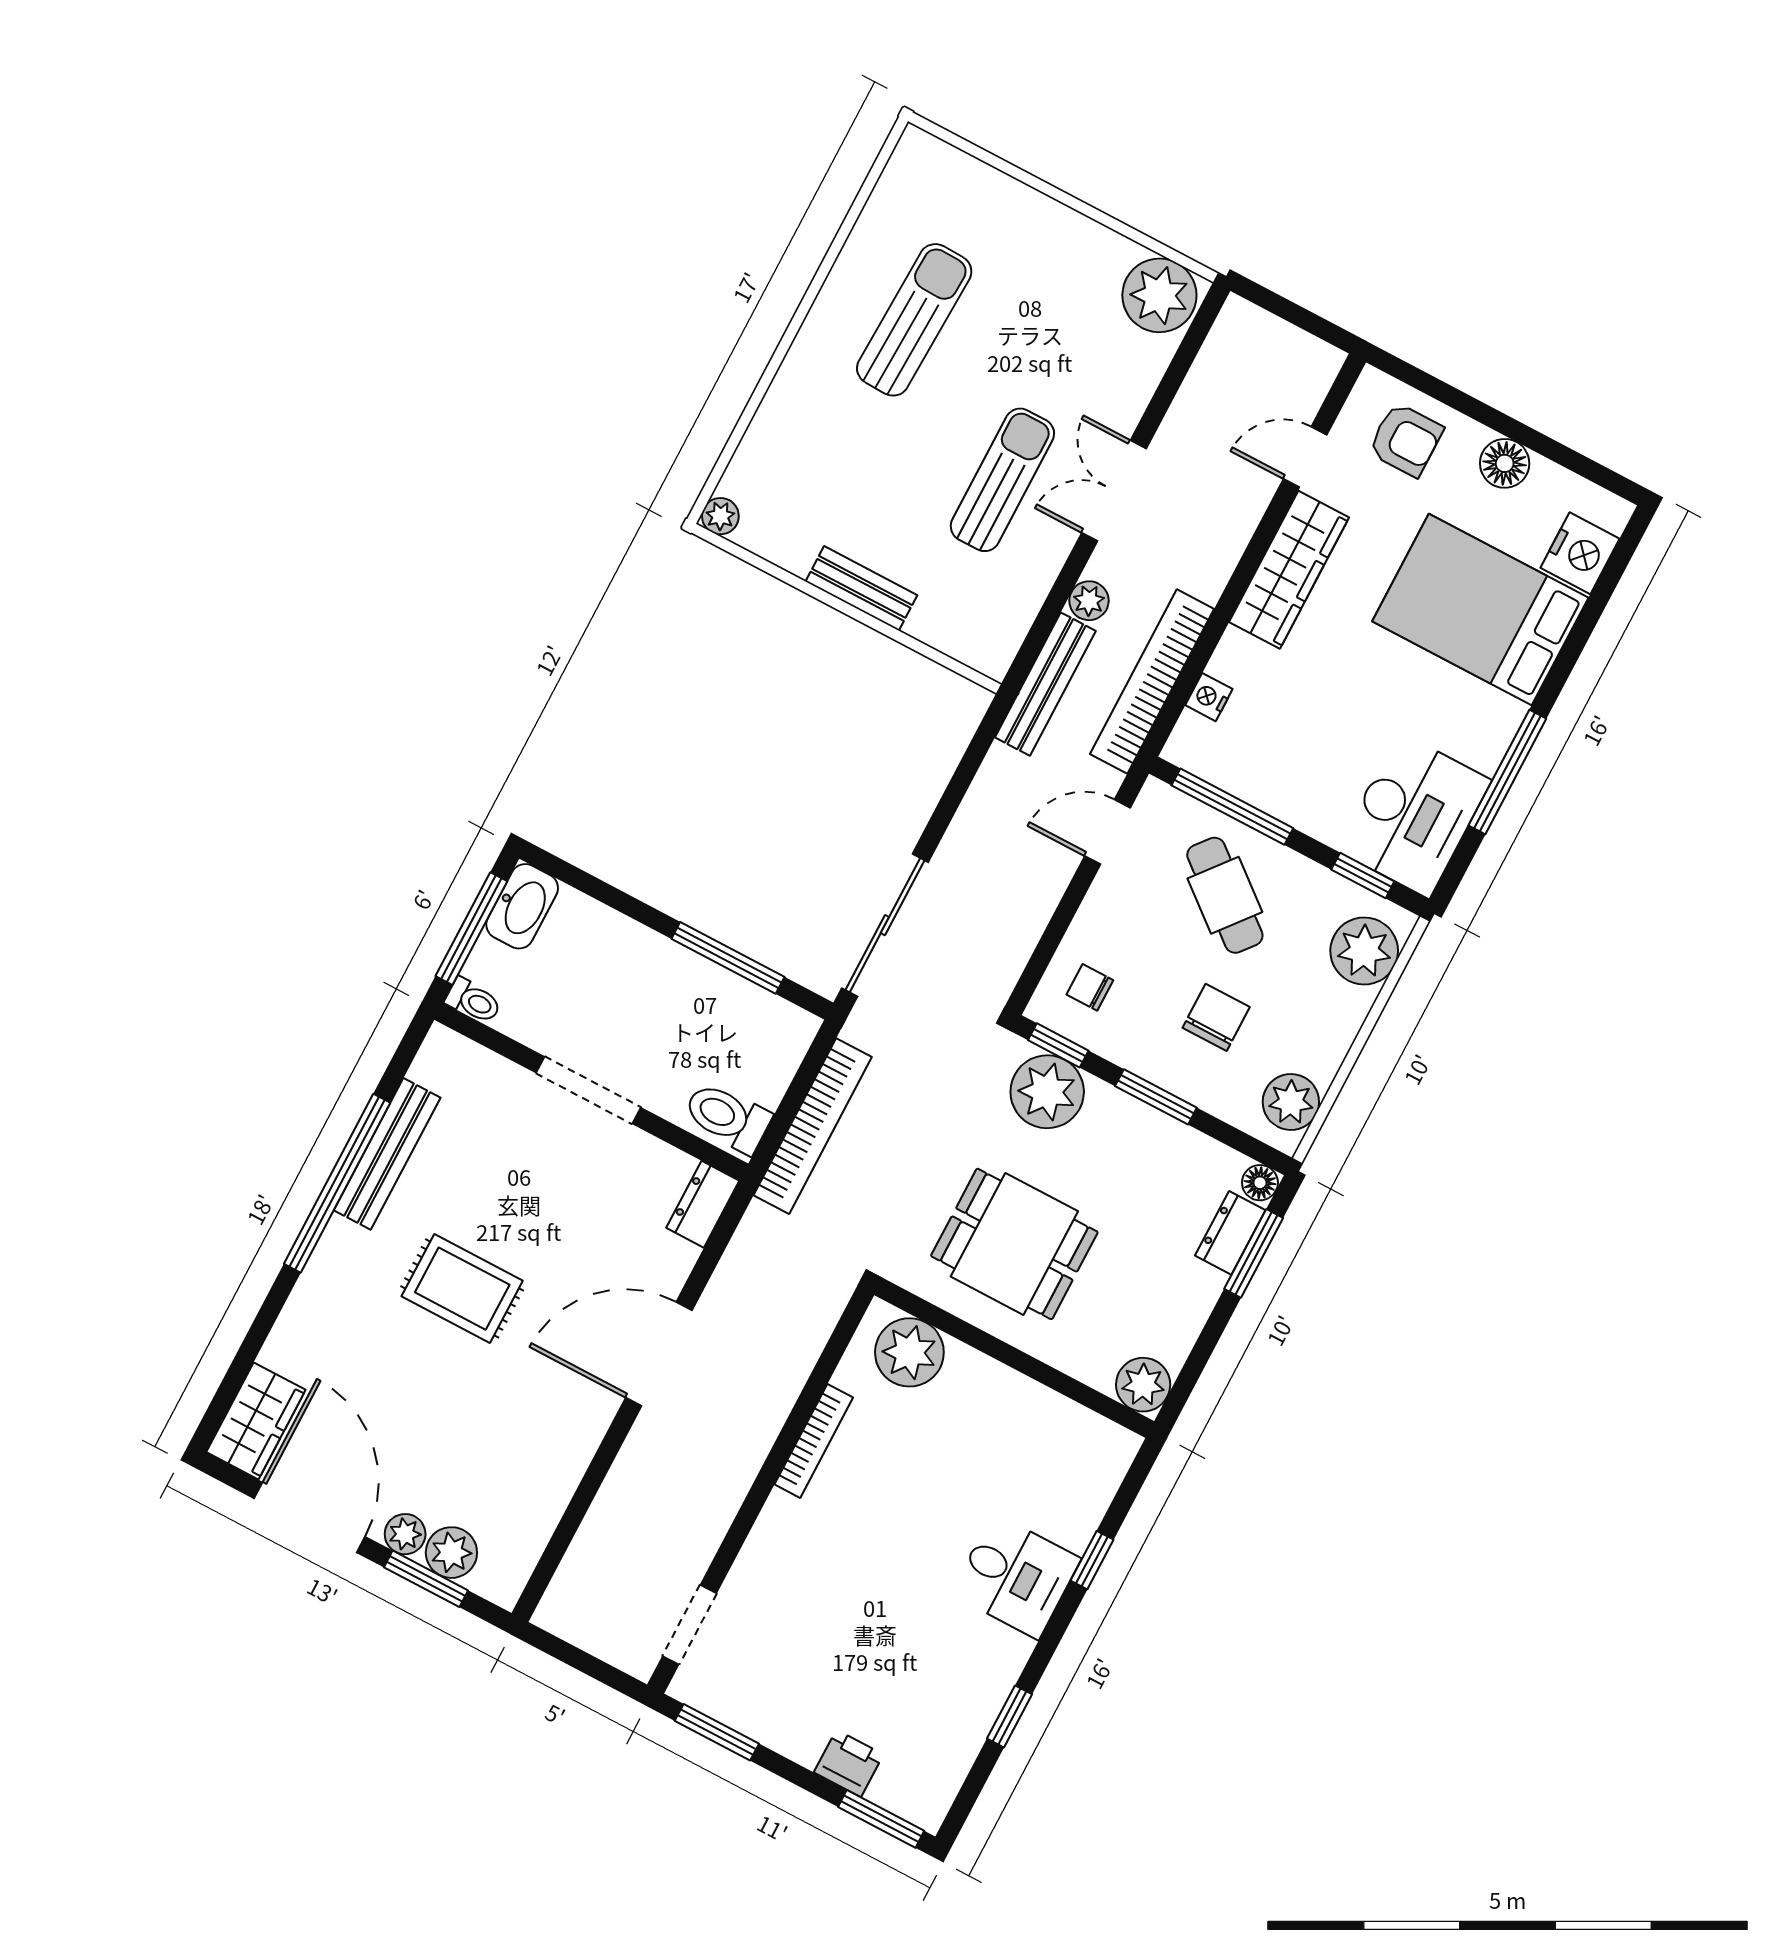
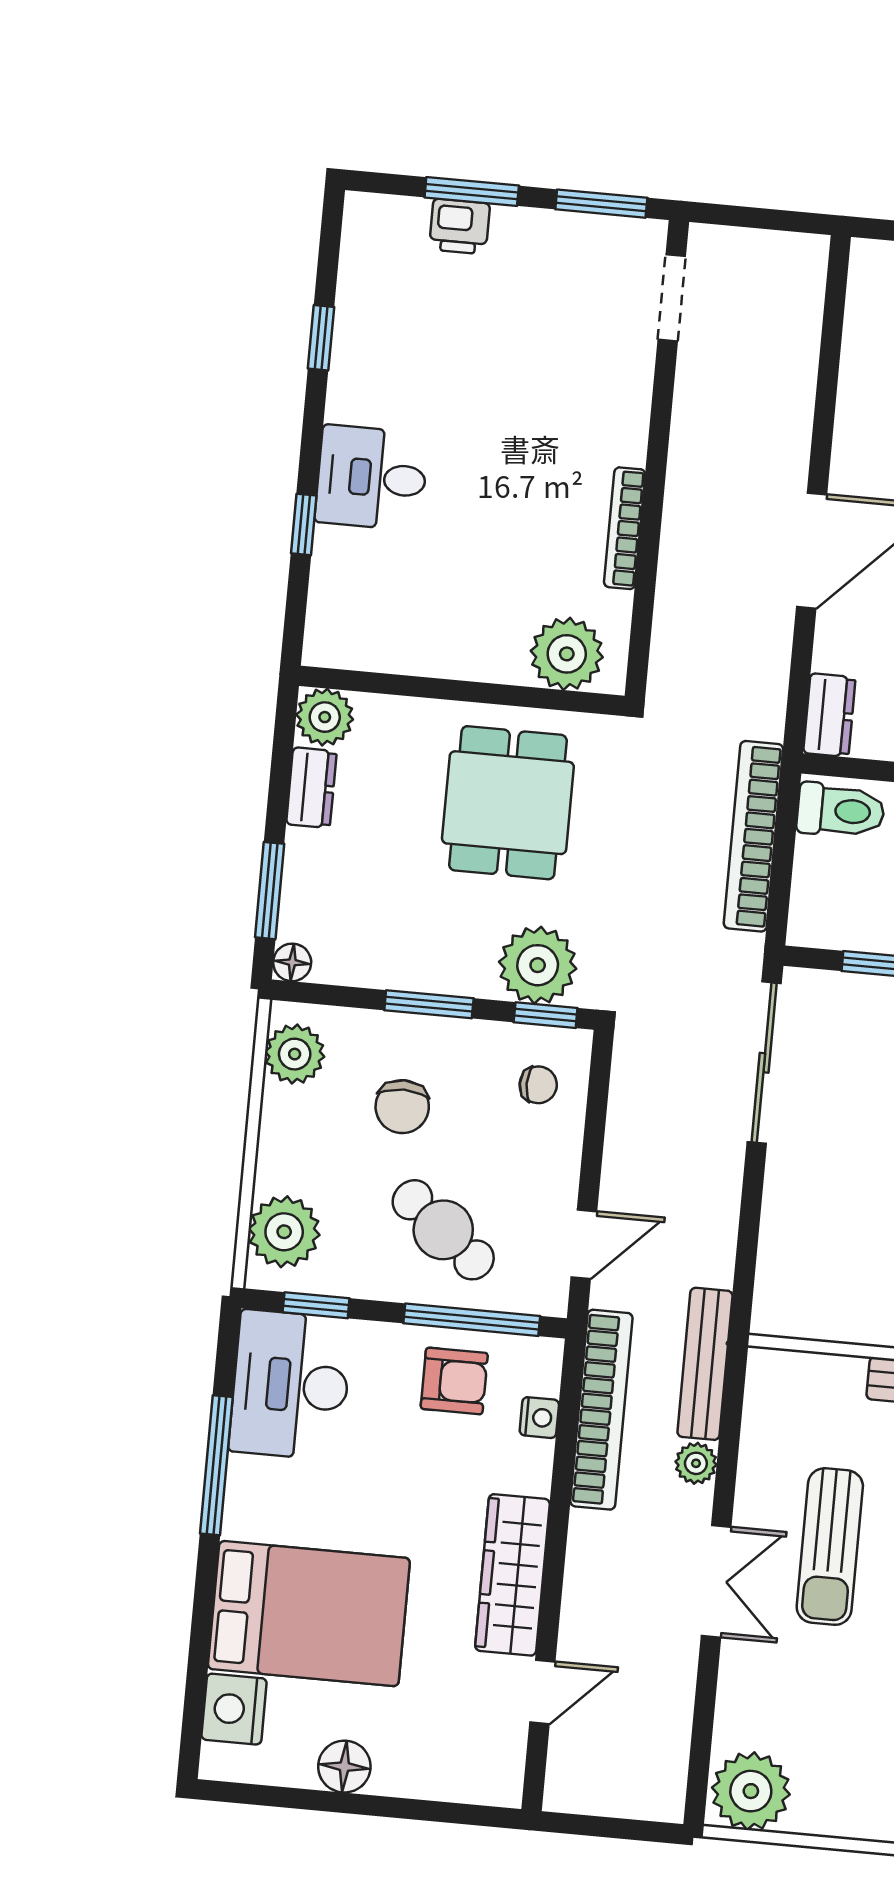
armchair: (1406, 440) -> (454, 1381), moved, turned 180
dresser: (1230, 1233) -> (311, 788), moved
dining table: (1014, 1244) -> (508, 803), turned 90
window: (881, 1819) -> (472, 192), moved

